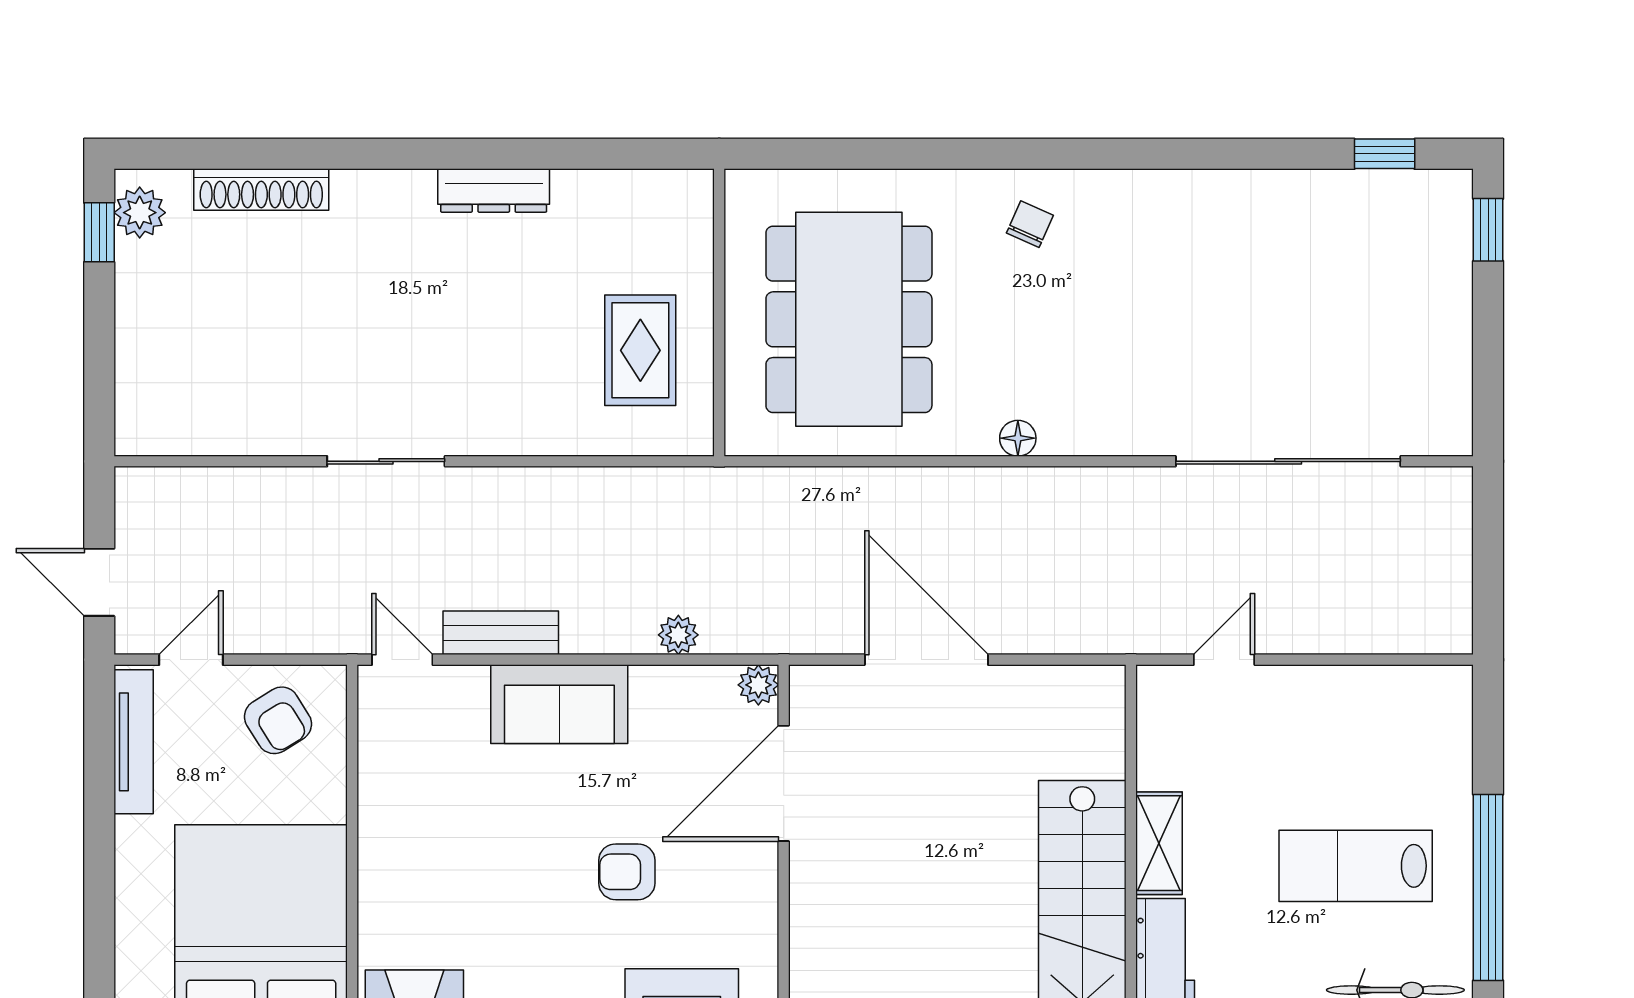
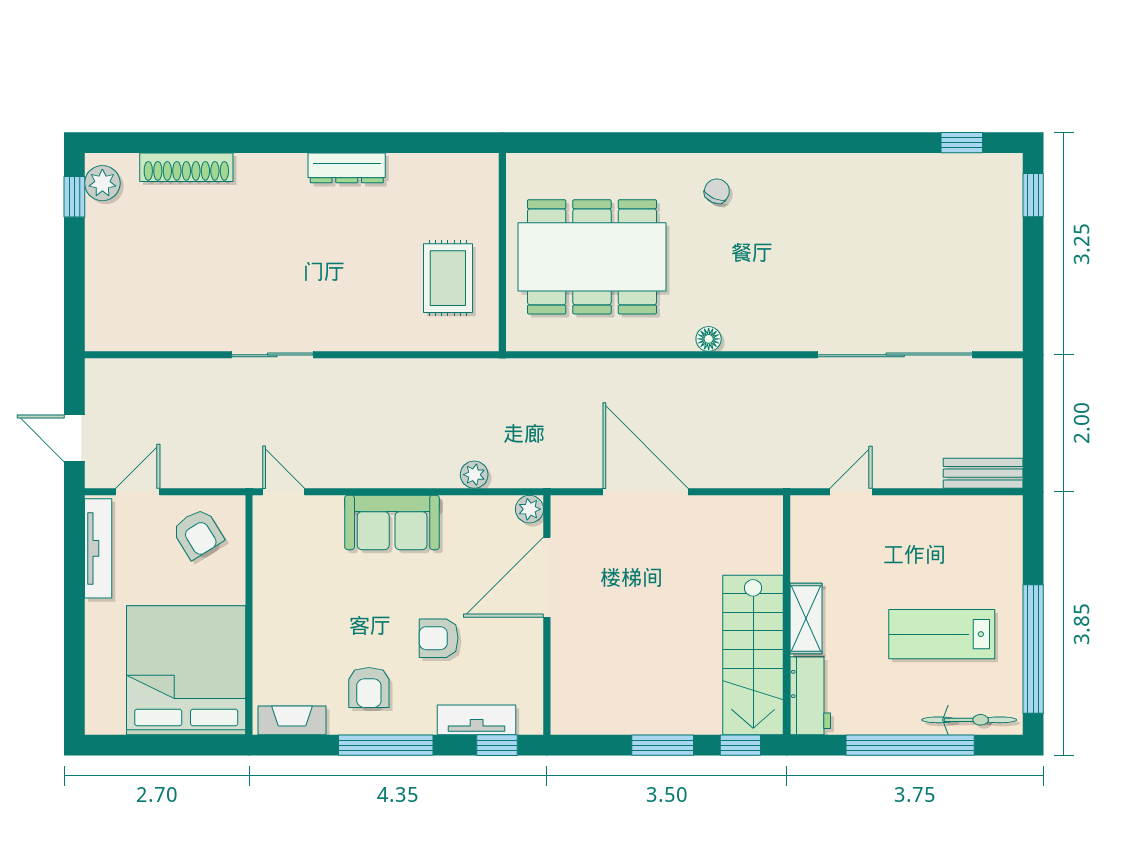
dining table: (849, 319) -> (592, 257), turned 90
bench: (501, 633) -> (983, 473), moved
armchair: (526, 943) -> (369, 688), added

